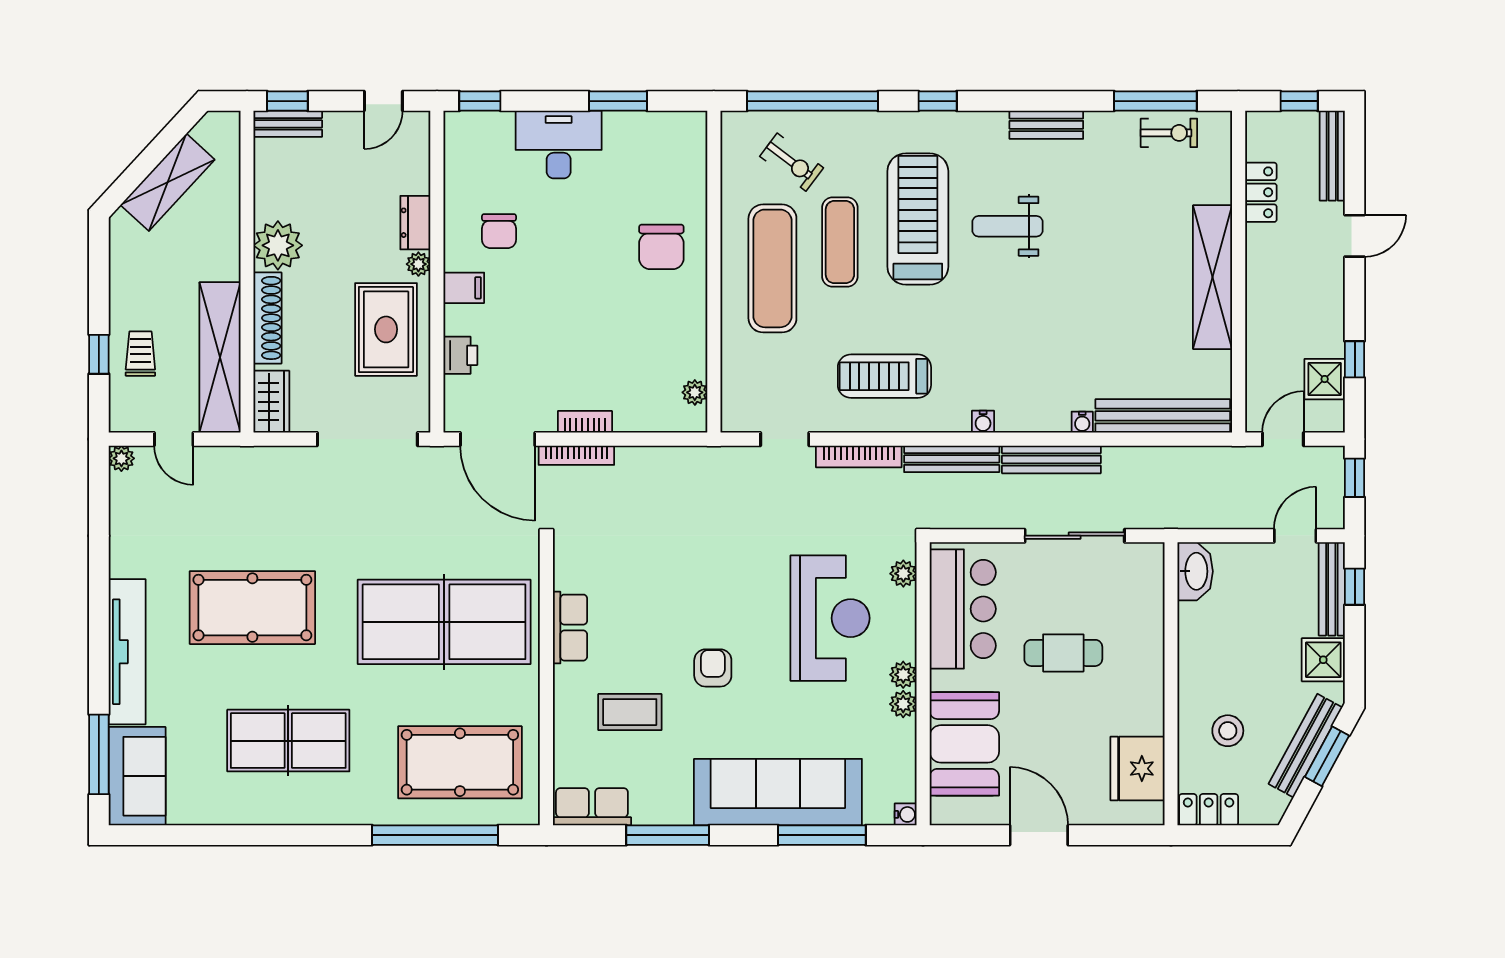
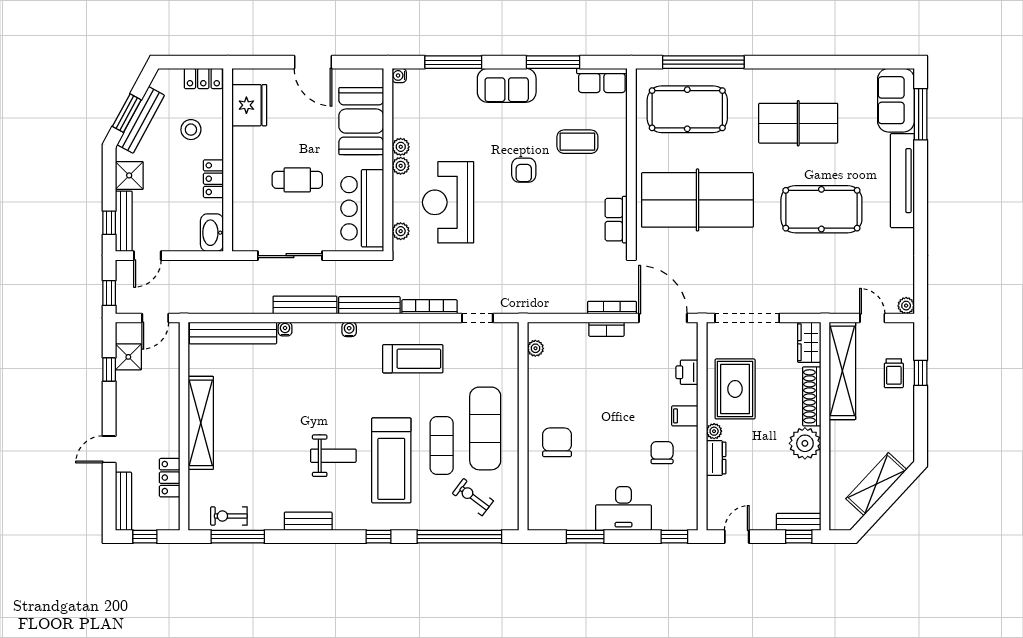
row of seats: (570, 628) -> (616, 220), moved
locker: (1193, 655) -> (213, 179), added
sofa: (778, 792) -> (507, 85), width x0.54, depth x0.79

